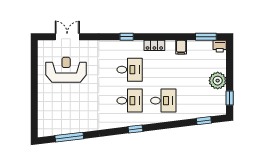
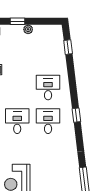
plant: (218, 81) -> (28, 29), width x0.53, depth x0.53
window: (230, 98) -> (18, 21), moved

